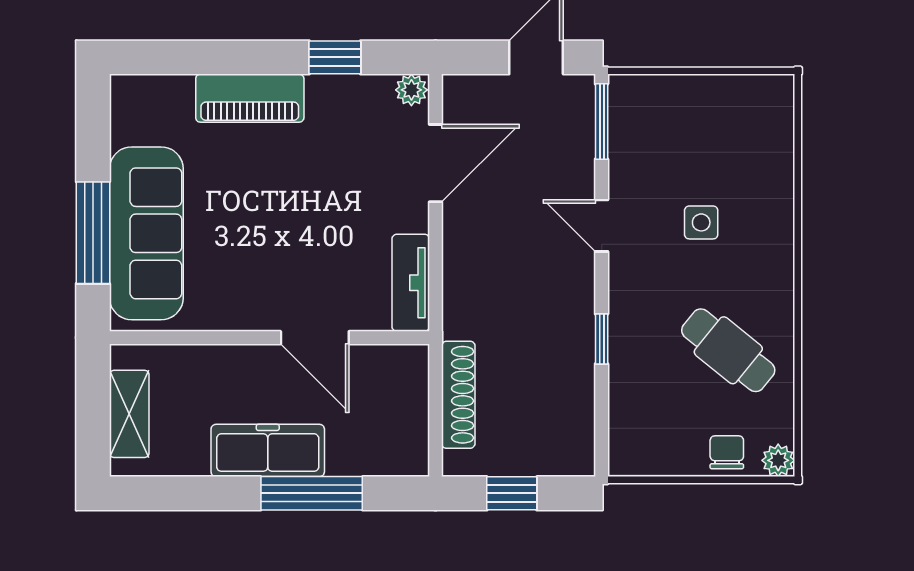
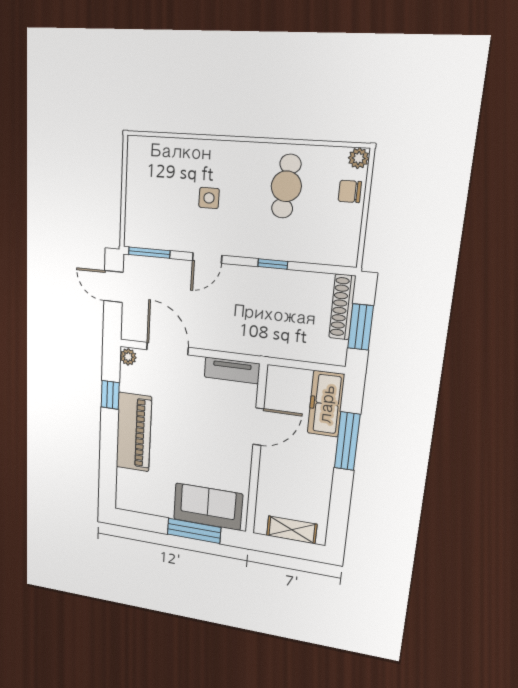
piano: (250, 98) -> (134, 432), width x1.37, depth x1.33
sofa: (146, 233) -> (208, 507), width x0.73
cafe table: (728, 350) -> (286, 186), turned -33
shoe rack: (458, 395) -> (342, 307), moved, turned -90
freezer: (268, 450) -> (326, 404), moved
window: (512, 493) -> (361, 327), width x1.50

